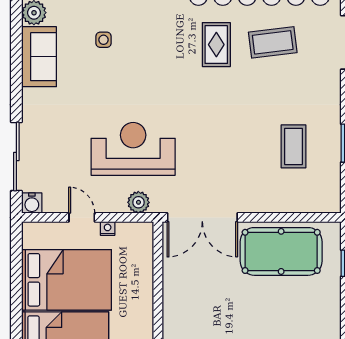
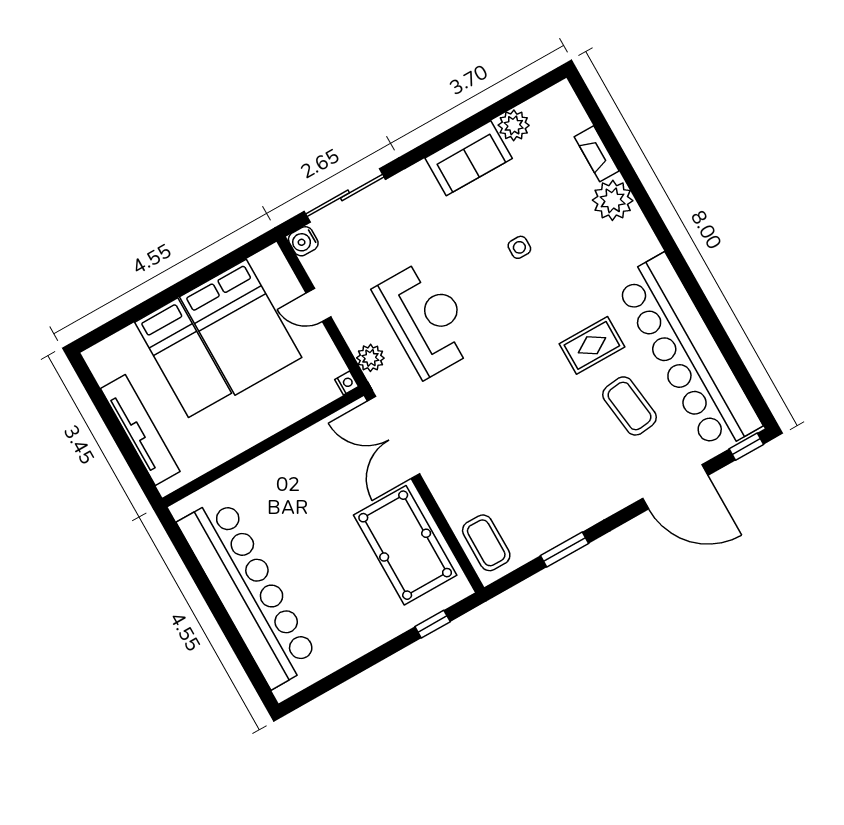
side table: (104, 40) -> (519, 247), moved
coffee table: (294, 146) -> (486, 543), moved, turned 90
door: (82, 217) -> (319, 305), swing flipped
nightstand: (108, 229) -> (347, 383), moved

